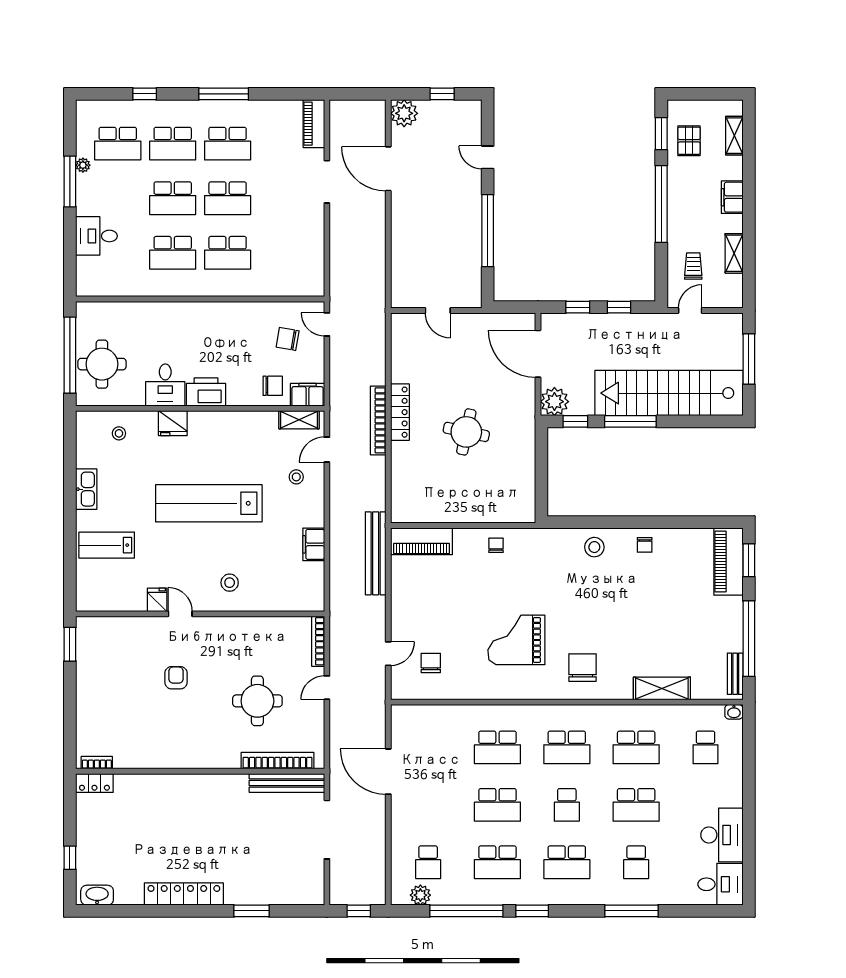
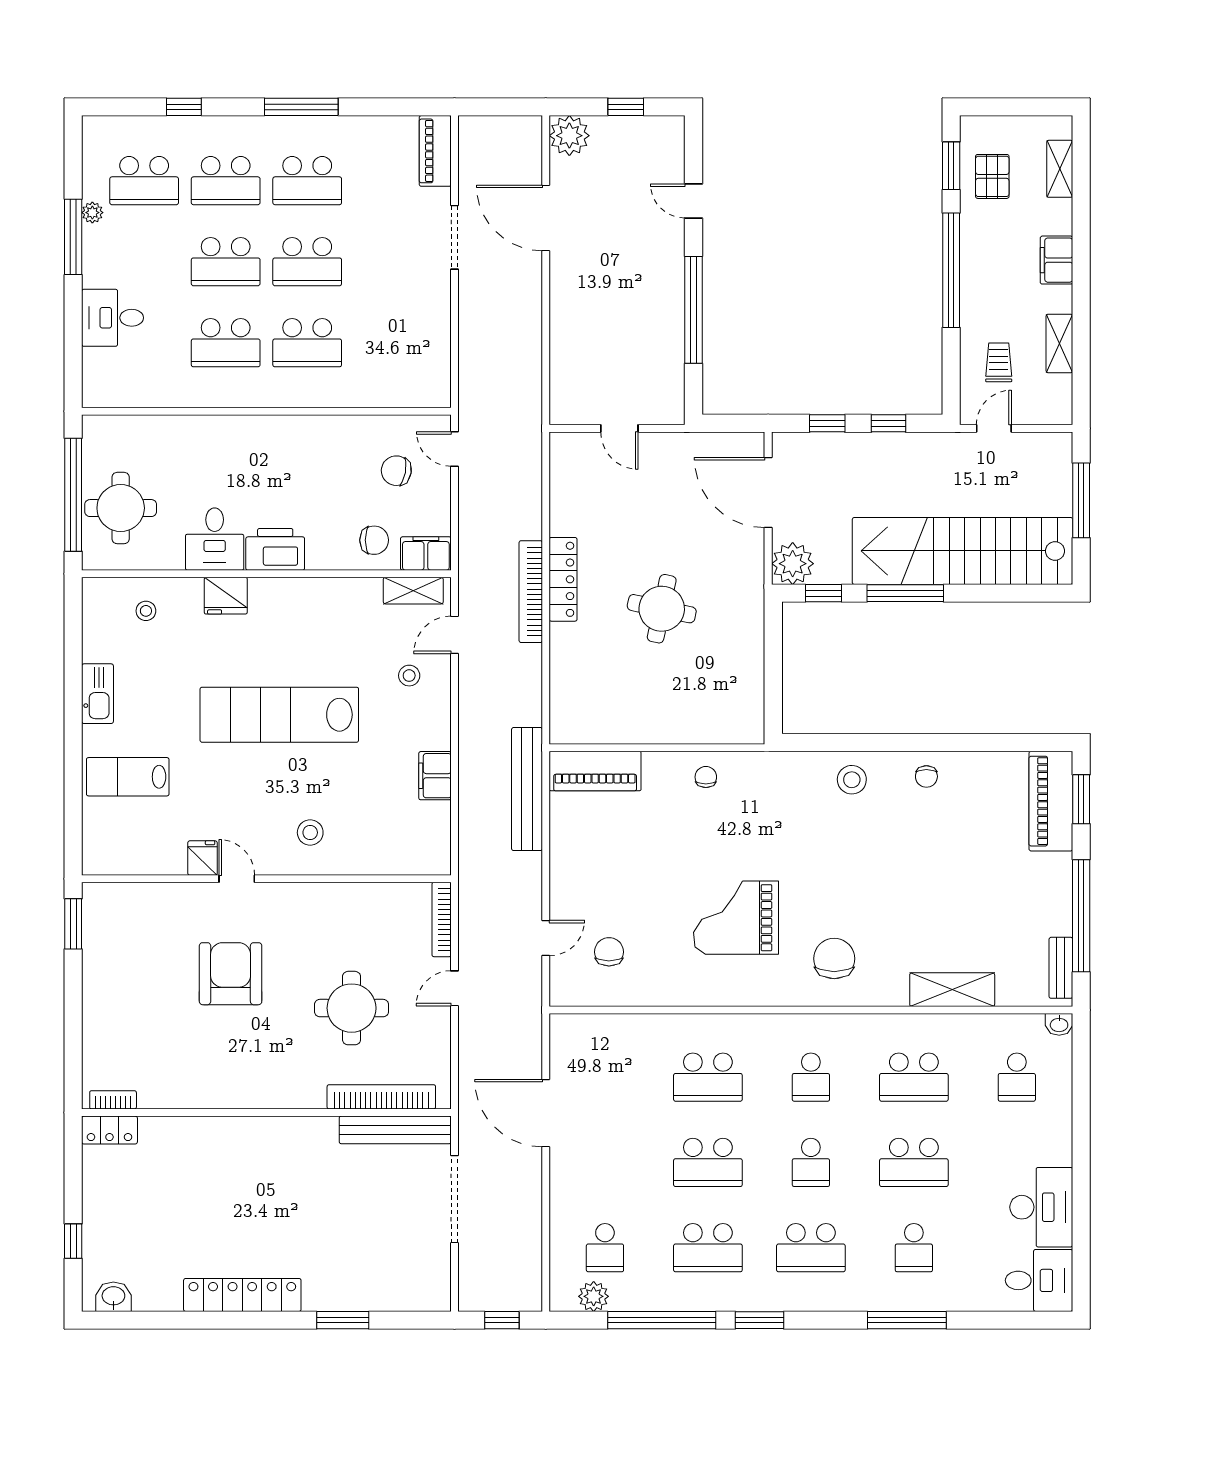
armchair: (176, 678) -> (231, 974), width x1.88, depth x1.88
school desk: (567, 747) -> (811, 1077), width x0.54
washbasin: (97, 895) -> (113, 1297), width x0.72

